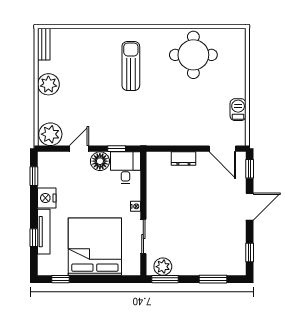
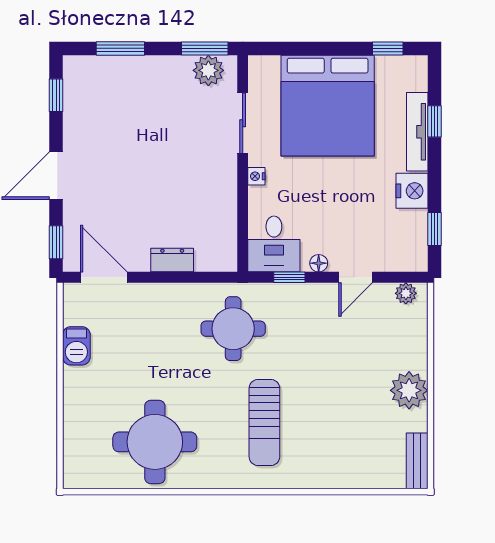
round table: (149, 119) -> (233, 329), added
plant: (50, 134) -> (406, 293), width x0.53, depth x0.53
floor lamp: (100, 161) -> (319, 263), width x0.53, depth x0.53

